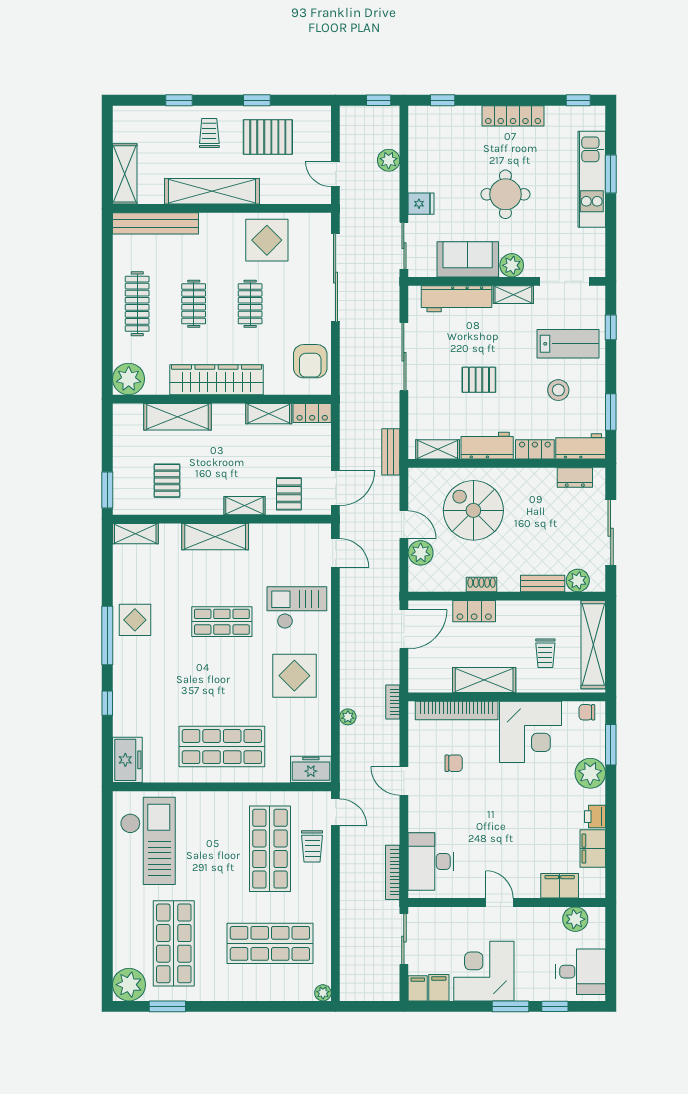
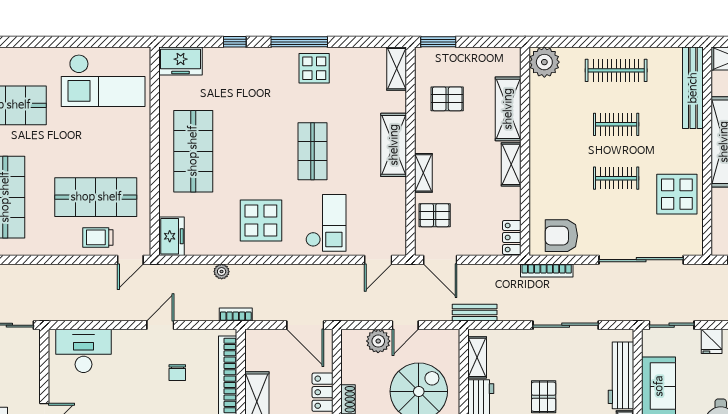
wardrobe: (216, 380) -> (544, 146), removed
shelving: (269, 414) -> (511, 164), moved
bookcase: (393, 872) -> (547, 270), moved, turned 180

